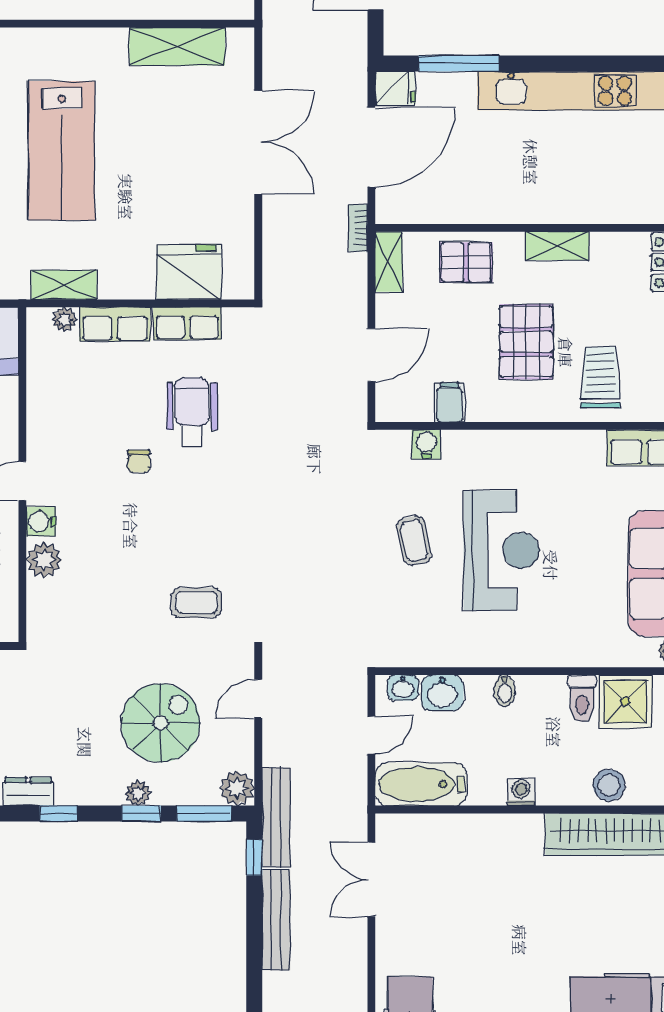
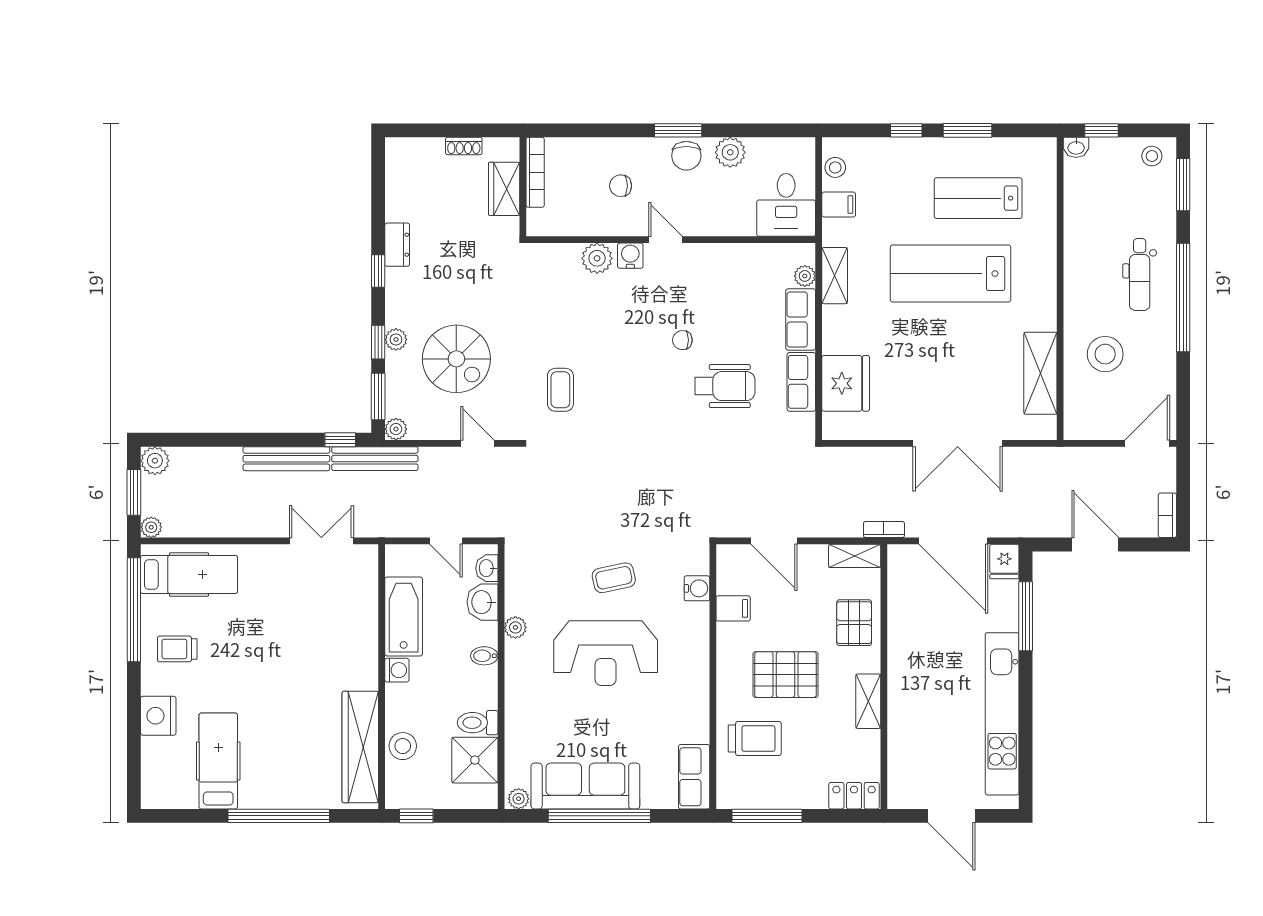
plant: (472, 655) -> (515, 627), added
bathtub: (421, 784) -> (404, 616), moved
plant: (237, 788) -> (396, 429), width x0.73, depth x0.73

